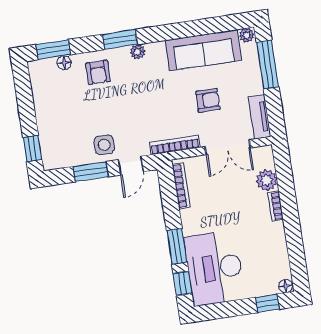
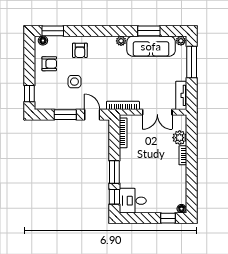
window: (120, 40) -> (149, 31), moved
plant: (138, 52) -> (121, 41), moved
floor lamp: (64, 63) -> (43, 41), moved
armchair: (208, 100) -> (49, 64), moved
side table: (104, 145) -> (74, 82), moved
door: (131, 166) -> (92, 115), swing flipped
desk: (214, 268) -> (133, 201), width x0.53, depth x0.77

